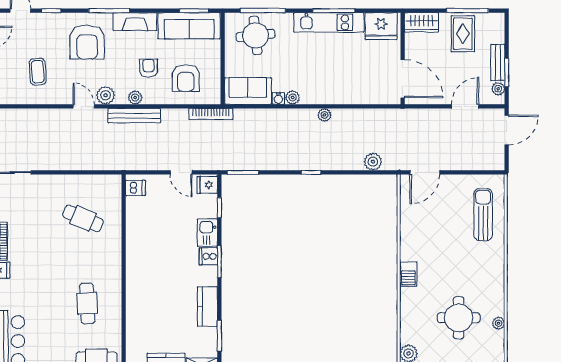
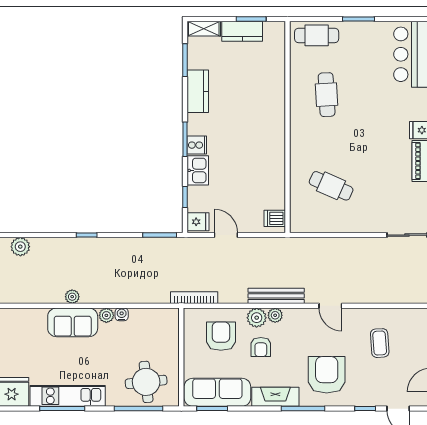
sofa: (248, 91) -> (73, 322), moved
plant: (106, 95) -> (257, 318), moved

